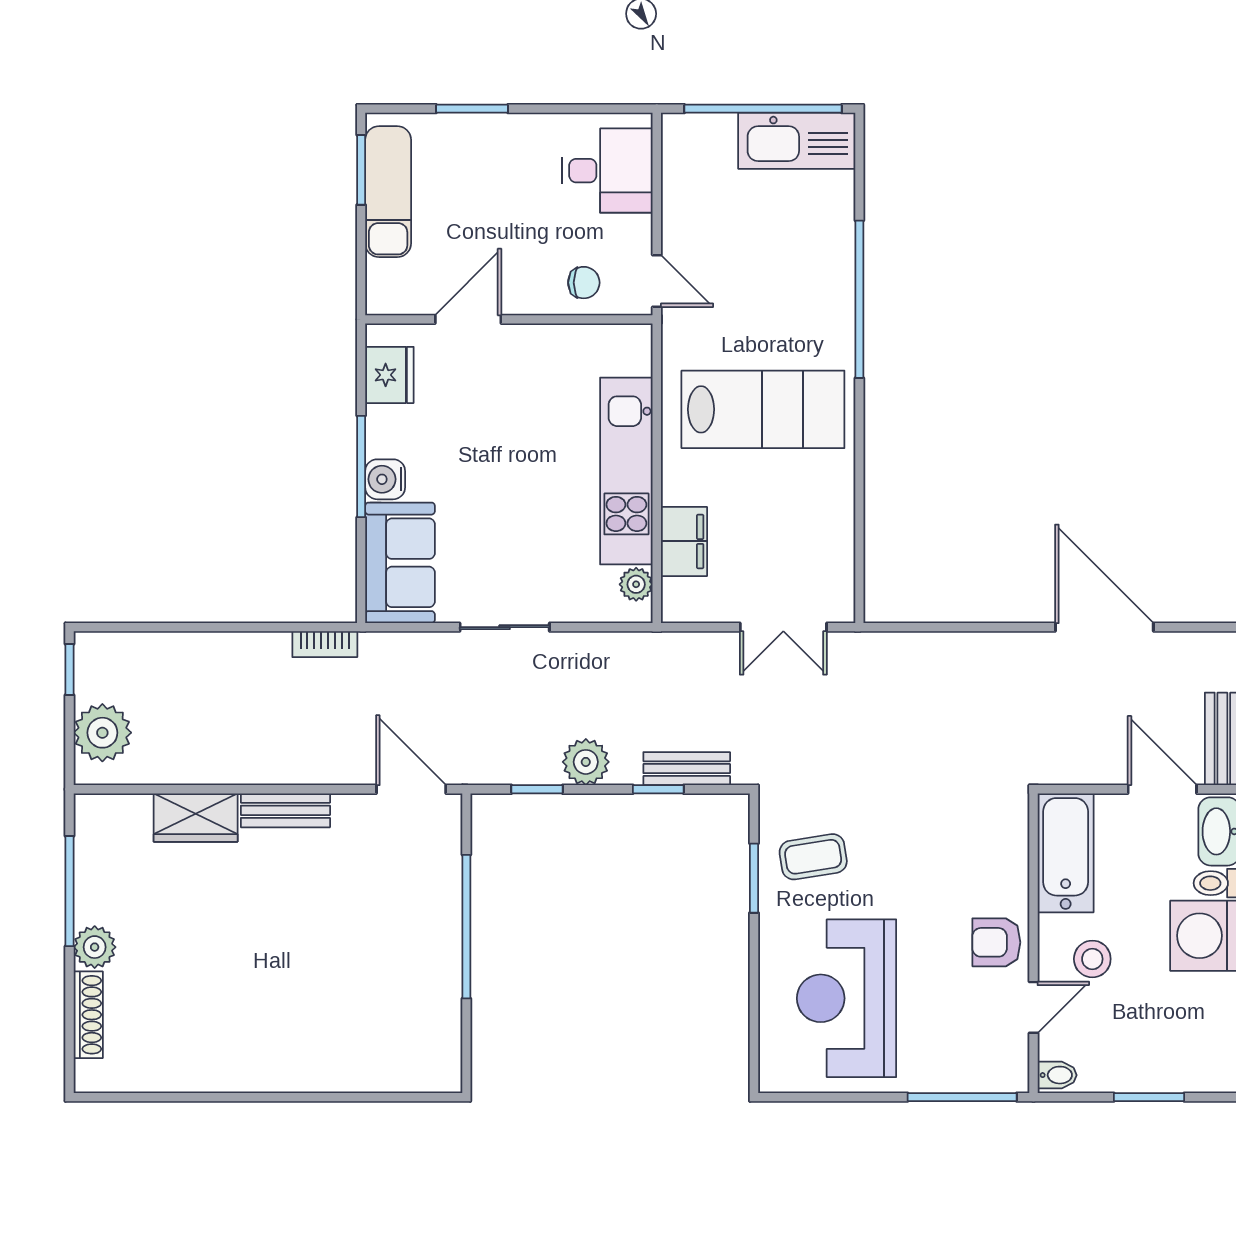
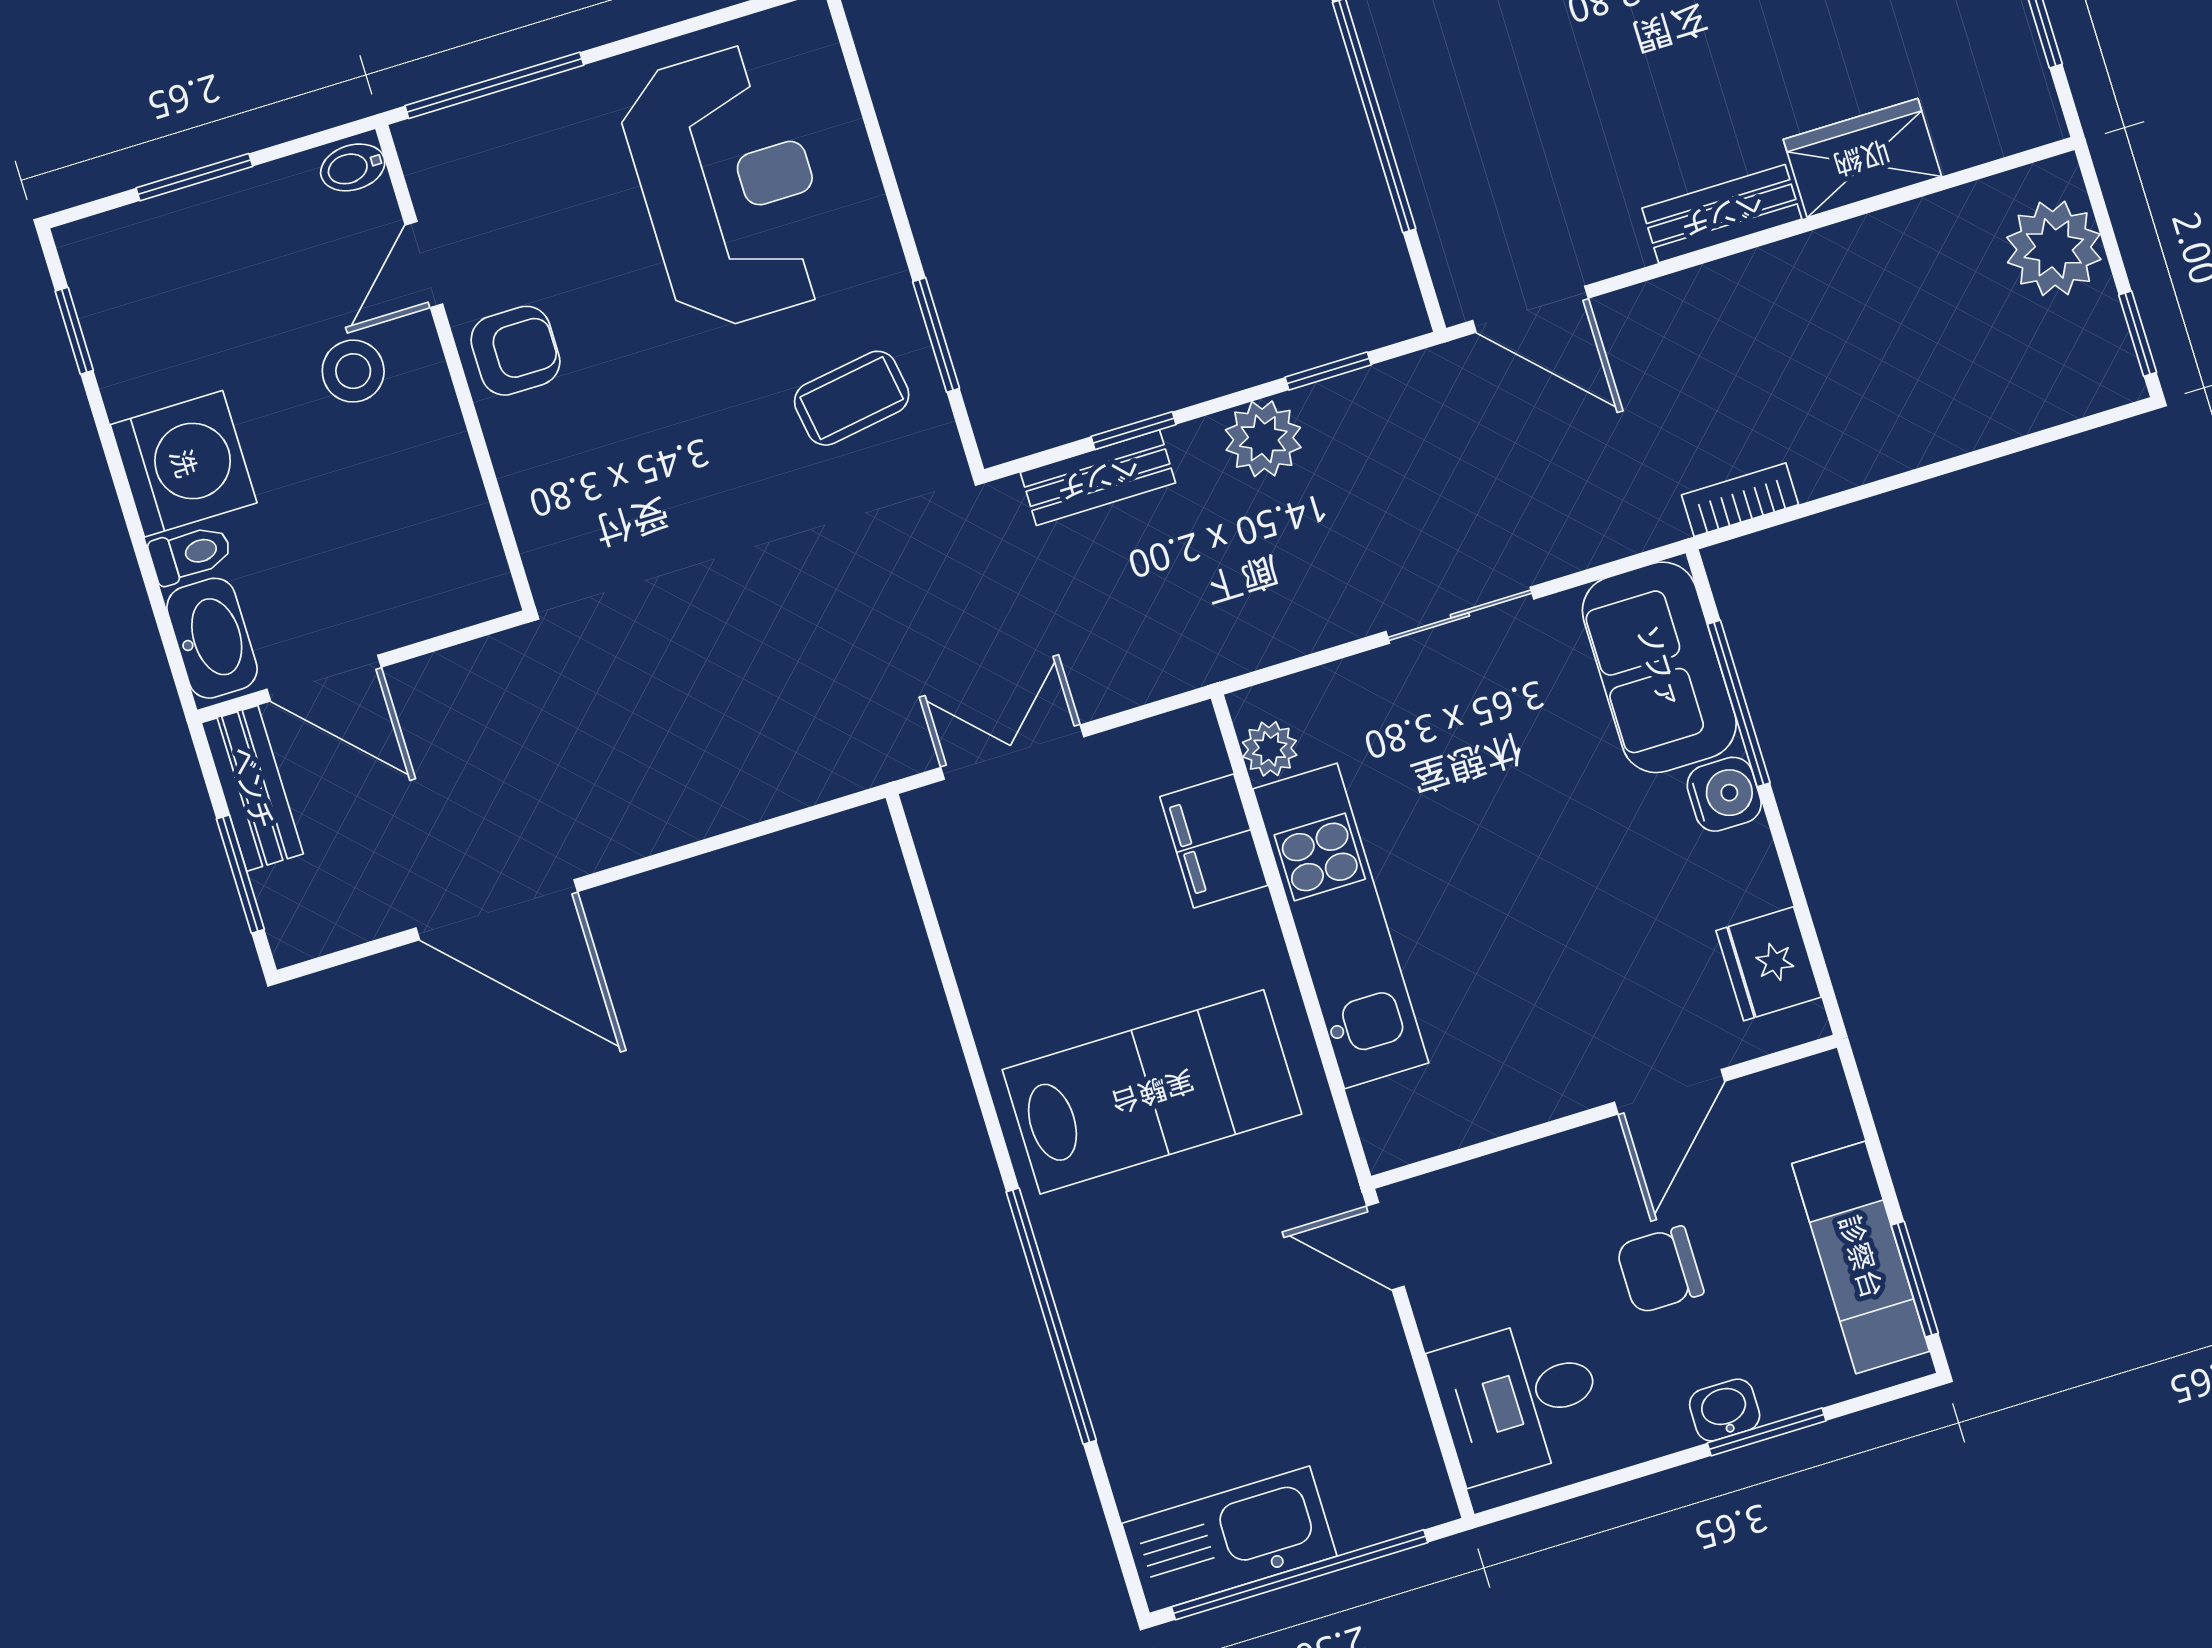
washbasin: (492, 128) -> (1725, 1410), added
chair: (584, 283) -> (1660, 1270), moved, width x1.37, depth x1.37
lab bench: (763, 409) -> (1152, 1092), turned 180
window: (361, 467) -> (1739, 703), moved
bathtub: (1066, 853) -> (448, 529), removed

